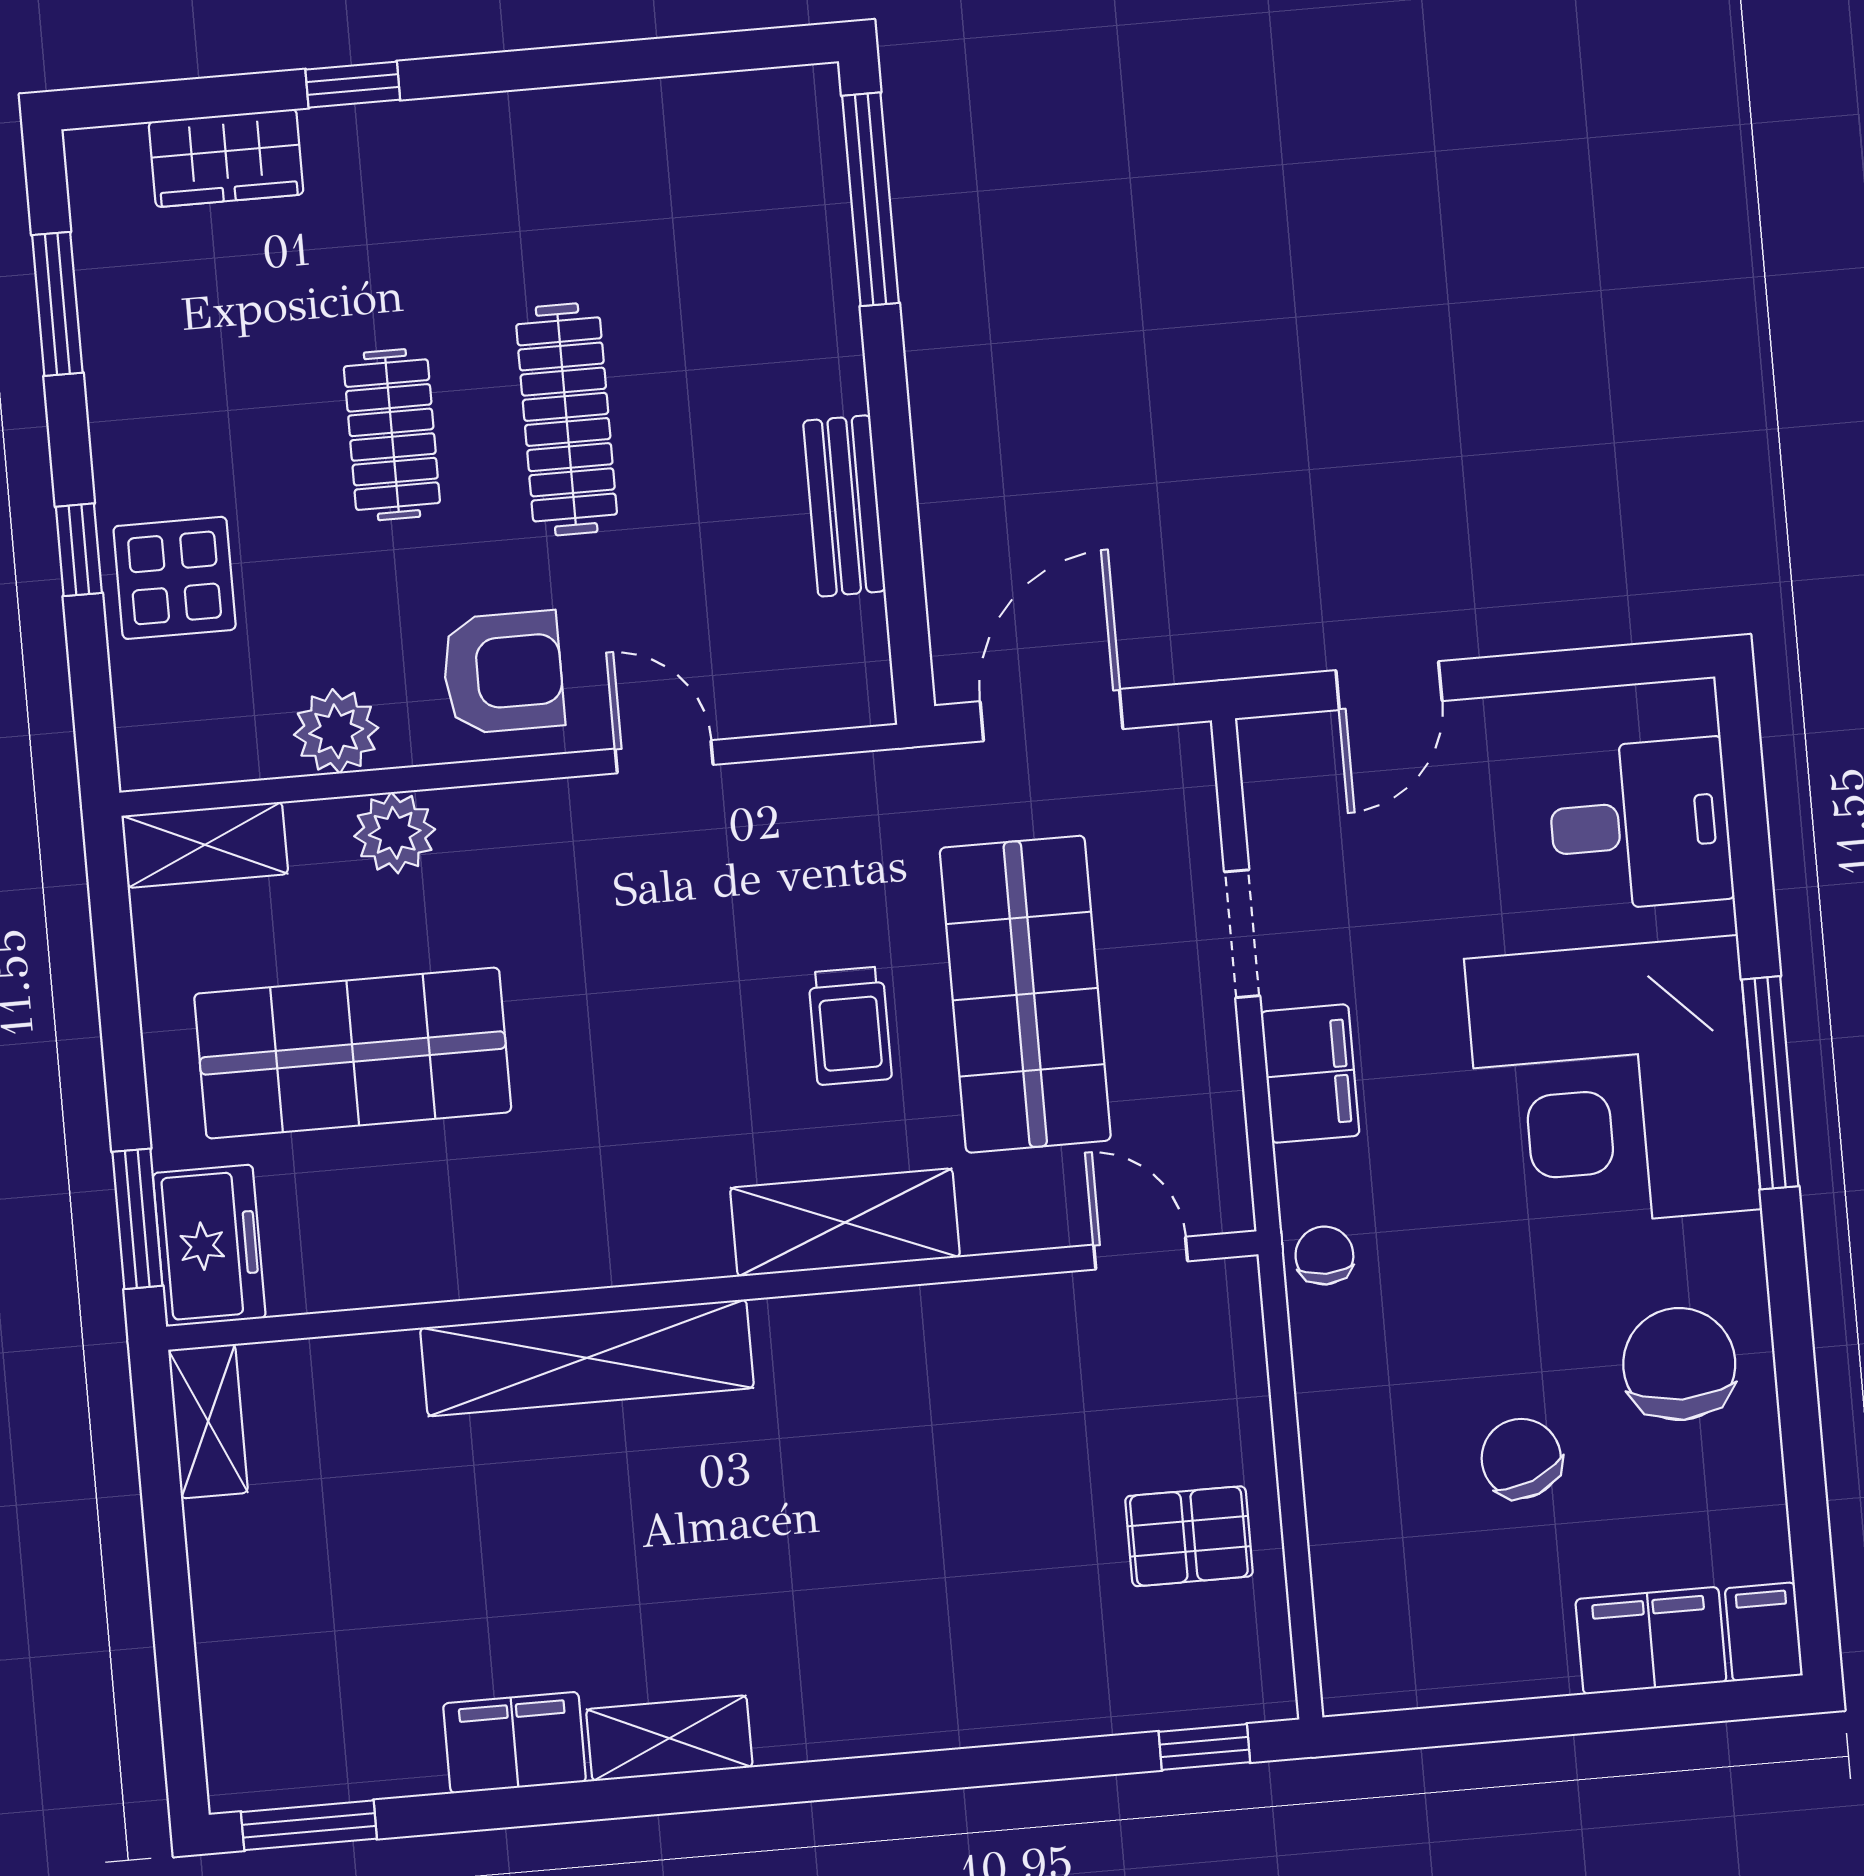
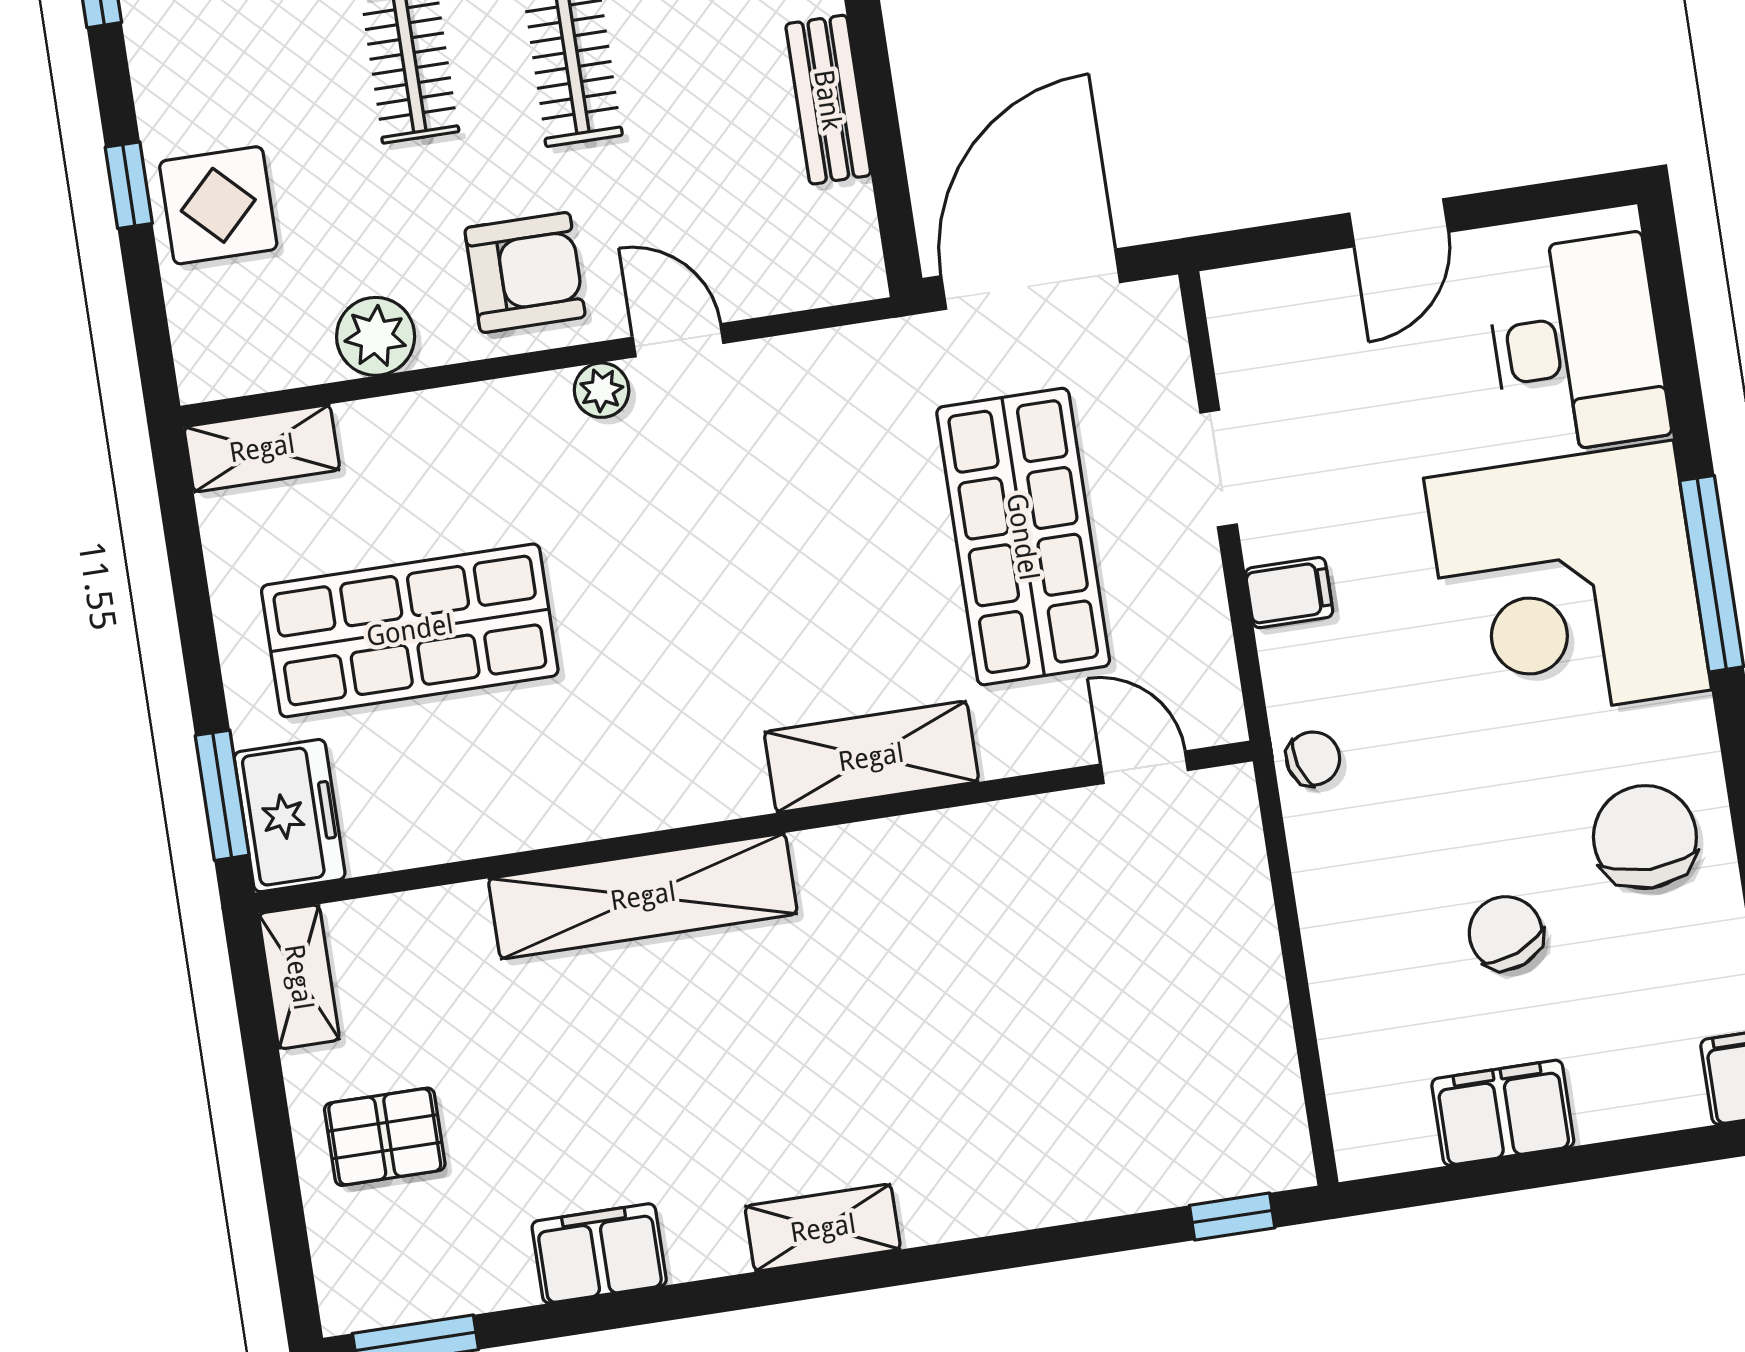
door: (1389, 686) -> (1399, 223), moved
door: (1051, 715) -> (1031, 279), width x1.36
desk: (1640, 825) -> (1577, 345), width x1.37
plant: (395, 833) -> (602, 390), moved, width x0.73, depth x0.73
trolley: (850, 1026) -> (864, 576), removed
filing cabinet: (1310, 1074) -> (1289, 593), width x0.50
chair: (1324, 1255) -> (1313, 759), turned 74
pallet: (1189, 1536) -> (385, 1137), moved
filing cabinet: (1651, 1641) -> (1503, 1113), moved
shelving: (669, 1738) -> (823, 1228), moved

